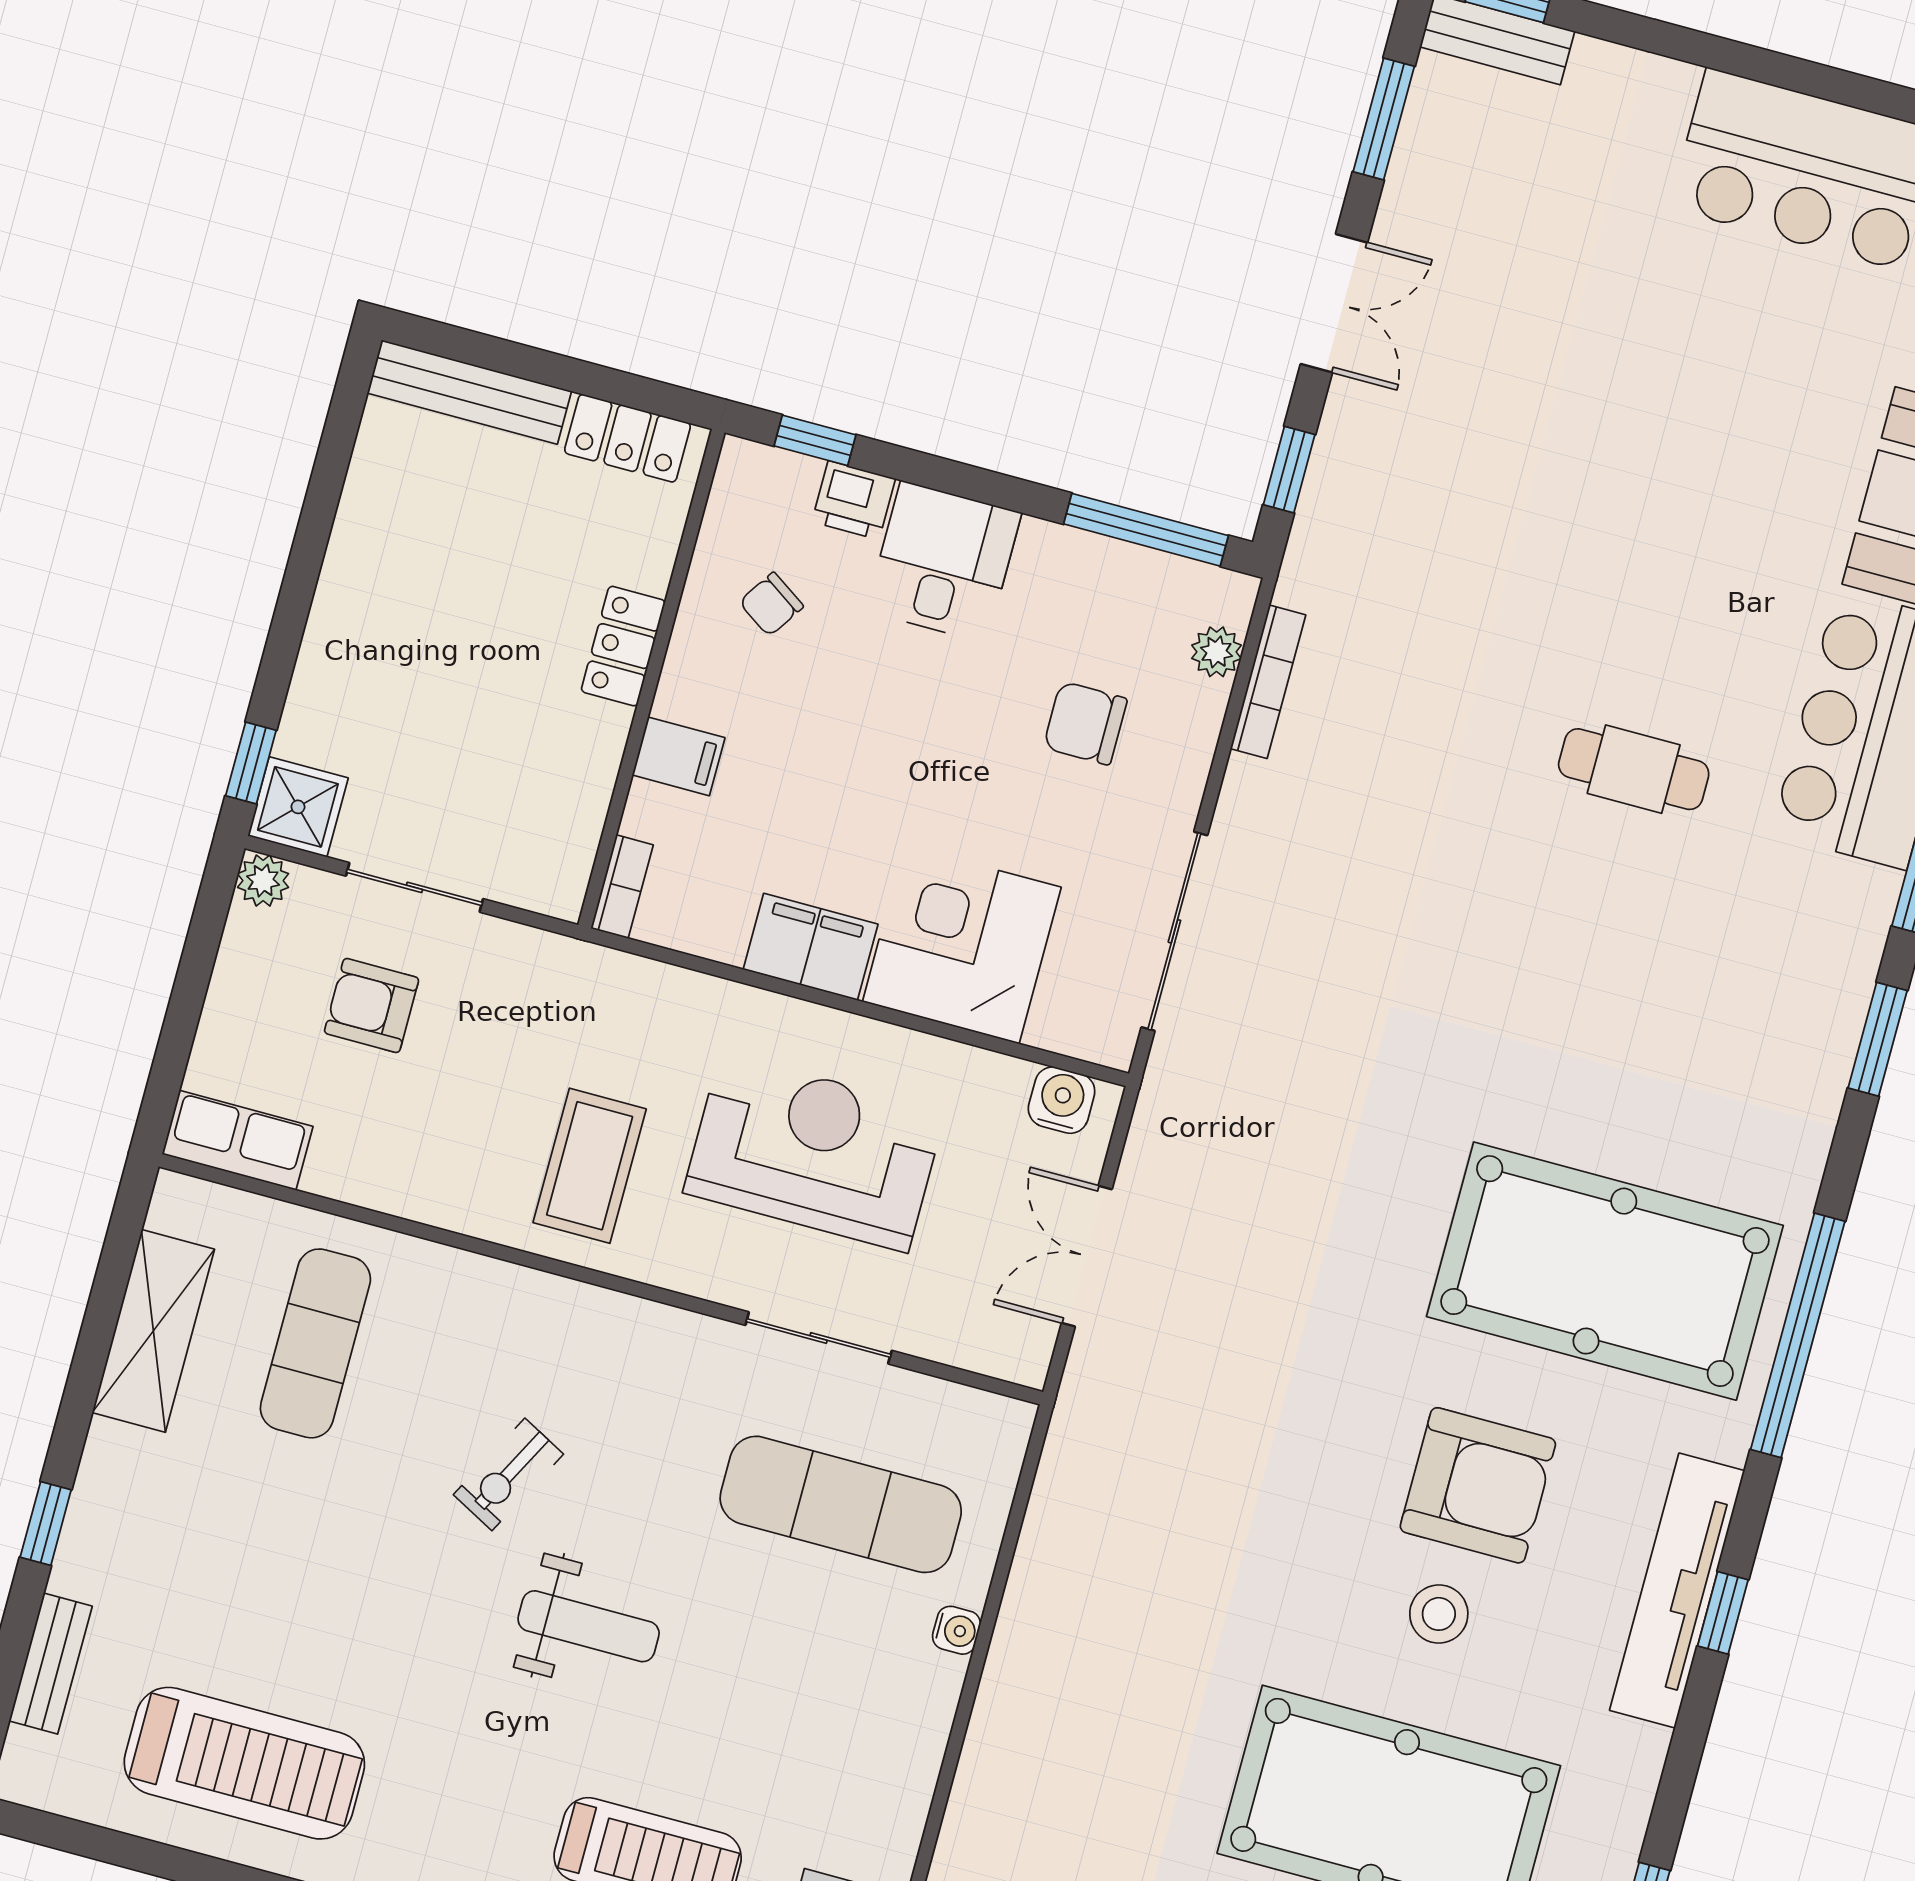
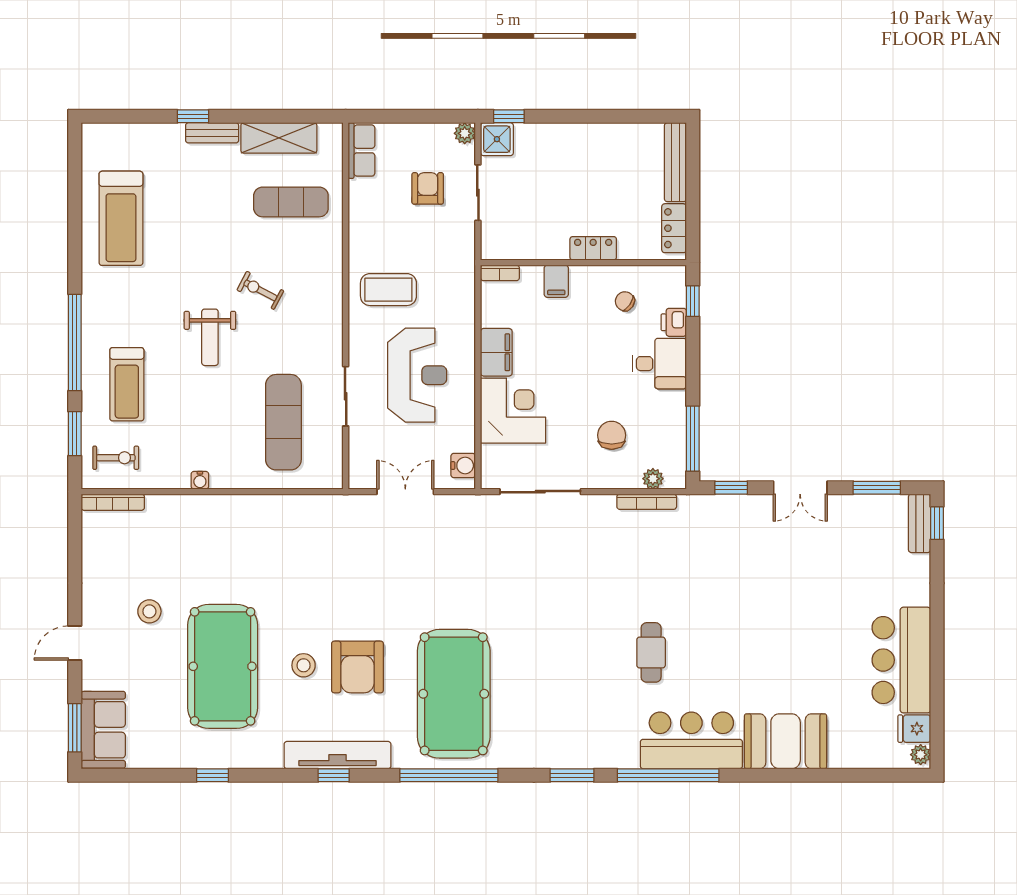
water cooler: (956, 1630) -> (200, 480), moved
bench: (51, 1664) -> (212, 133), moved

